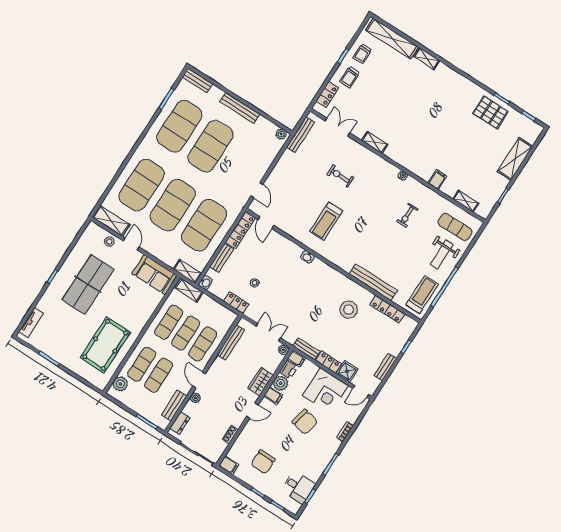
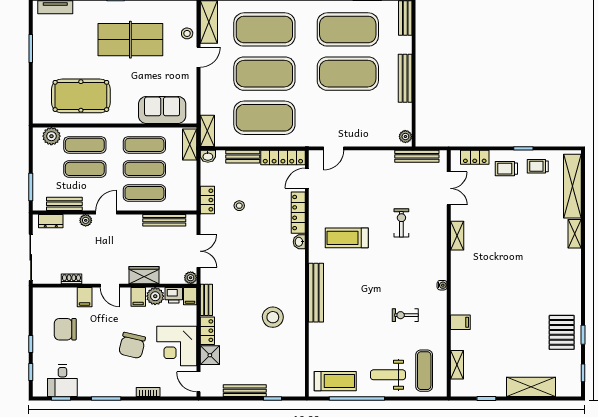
sofa: (155, 275) -> (162, 110), moved, turned 90
bench: (373, 282) -> (316, 293), moved
locker: (387, 309) -> (298, 213), moved
bench: (385, 367) -> (245, 391), width x1.36
filing cabinet: (229, 465) -> (85, 297), moved

